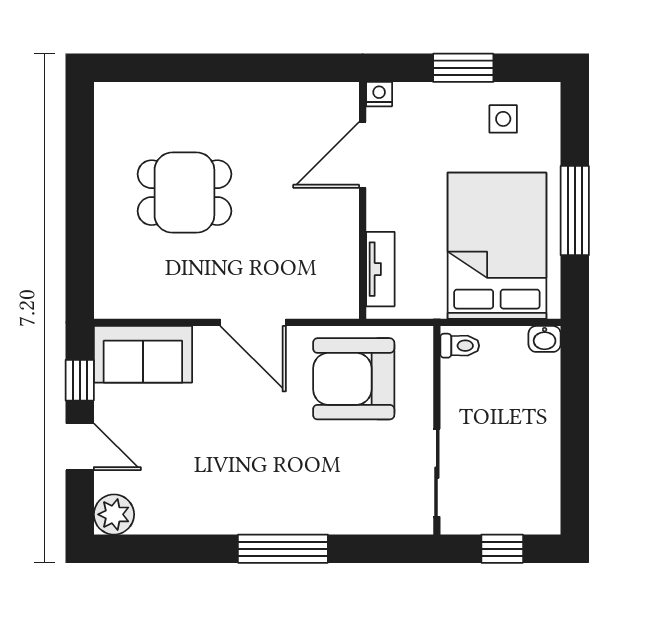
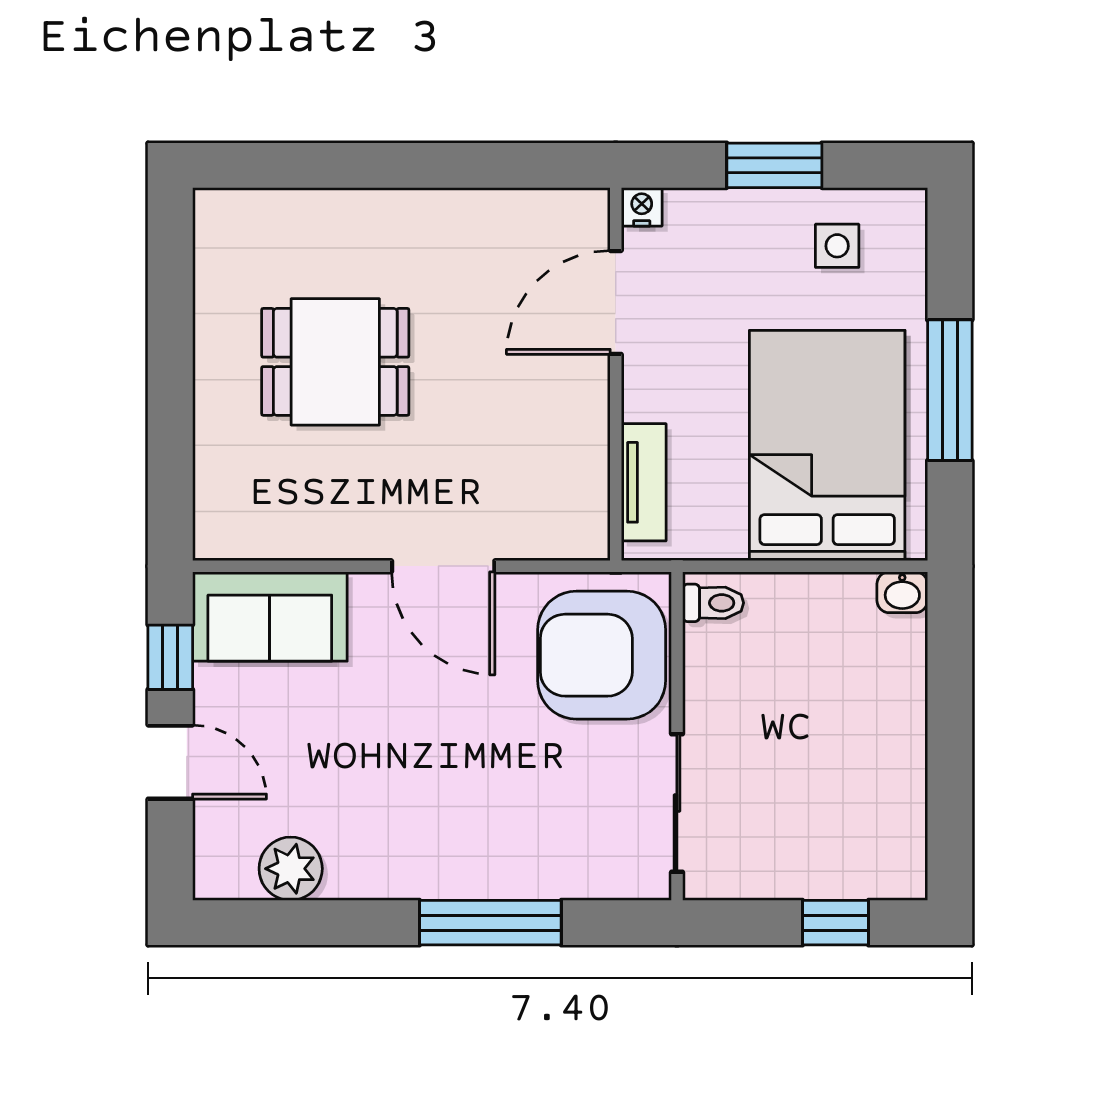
toilet: (460, 346) -> (713, 603), moved
wall: (437, 430) -> (677, 736), moved
sliding door: (437, 473) -> (677, 803), moved
plant: (114, 514) -> (291, 869), moved

